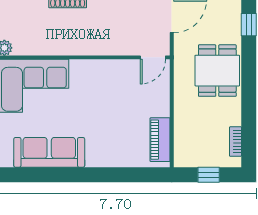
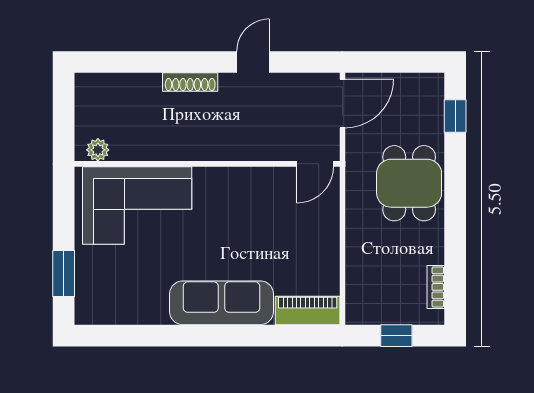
piano: (160, 140) -> (308, 310), moved, turned 90
sofa: (49, 152) -> (221, 303), moved

